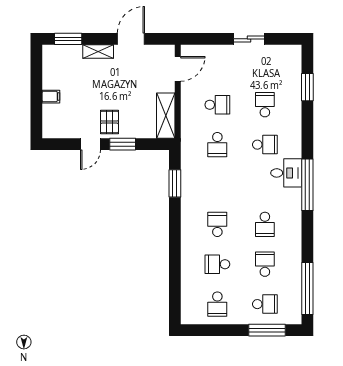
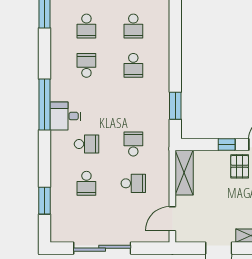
sliding door: (249, 39) -> (102, 248), width x1.86
school desk: (217, 105) -> (133, 183), turned 180
window: (123, 144) -> (227, 144), width x0.67
school desk: (265, 145) -> (86, 144), turned 180
school desk: (217, 264) -> (133, 26), turned 90

